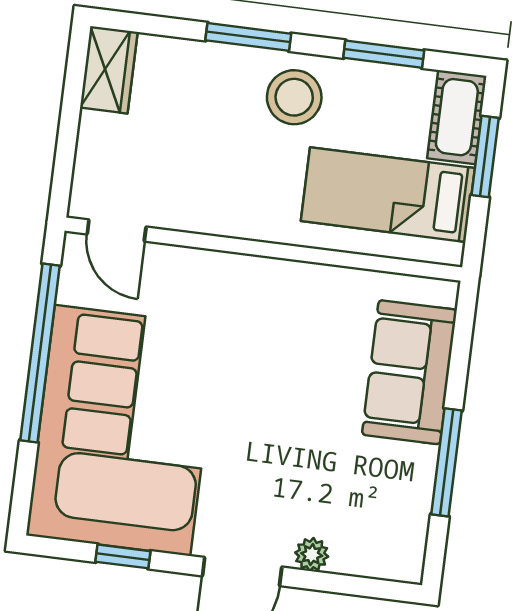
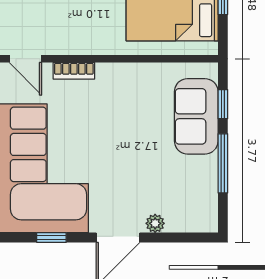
bookcase: (201, 263) -> (74, 71), added
window: (460, 356) -> (223, 104), added

